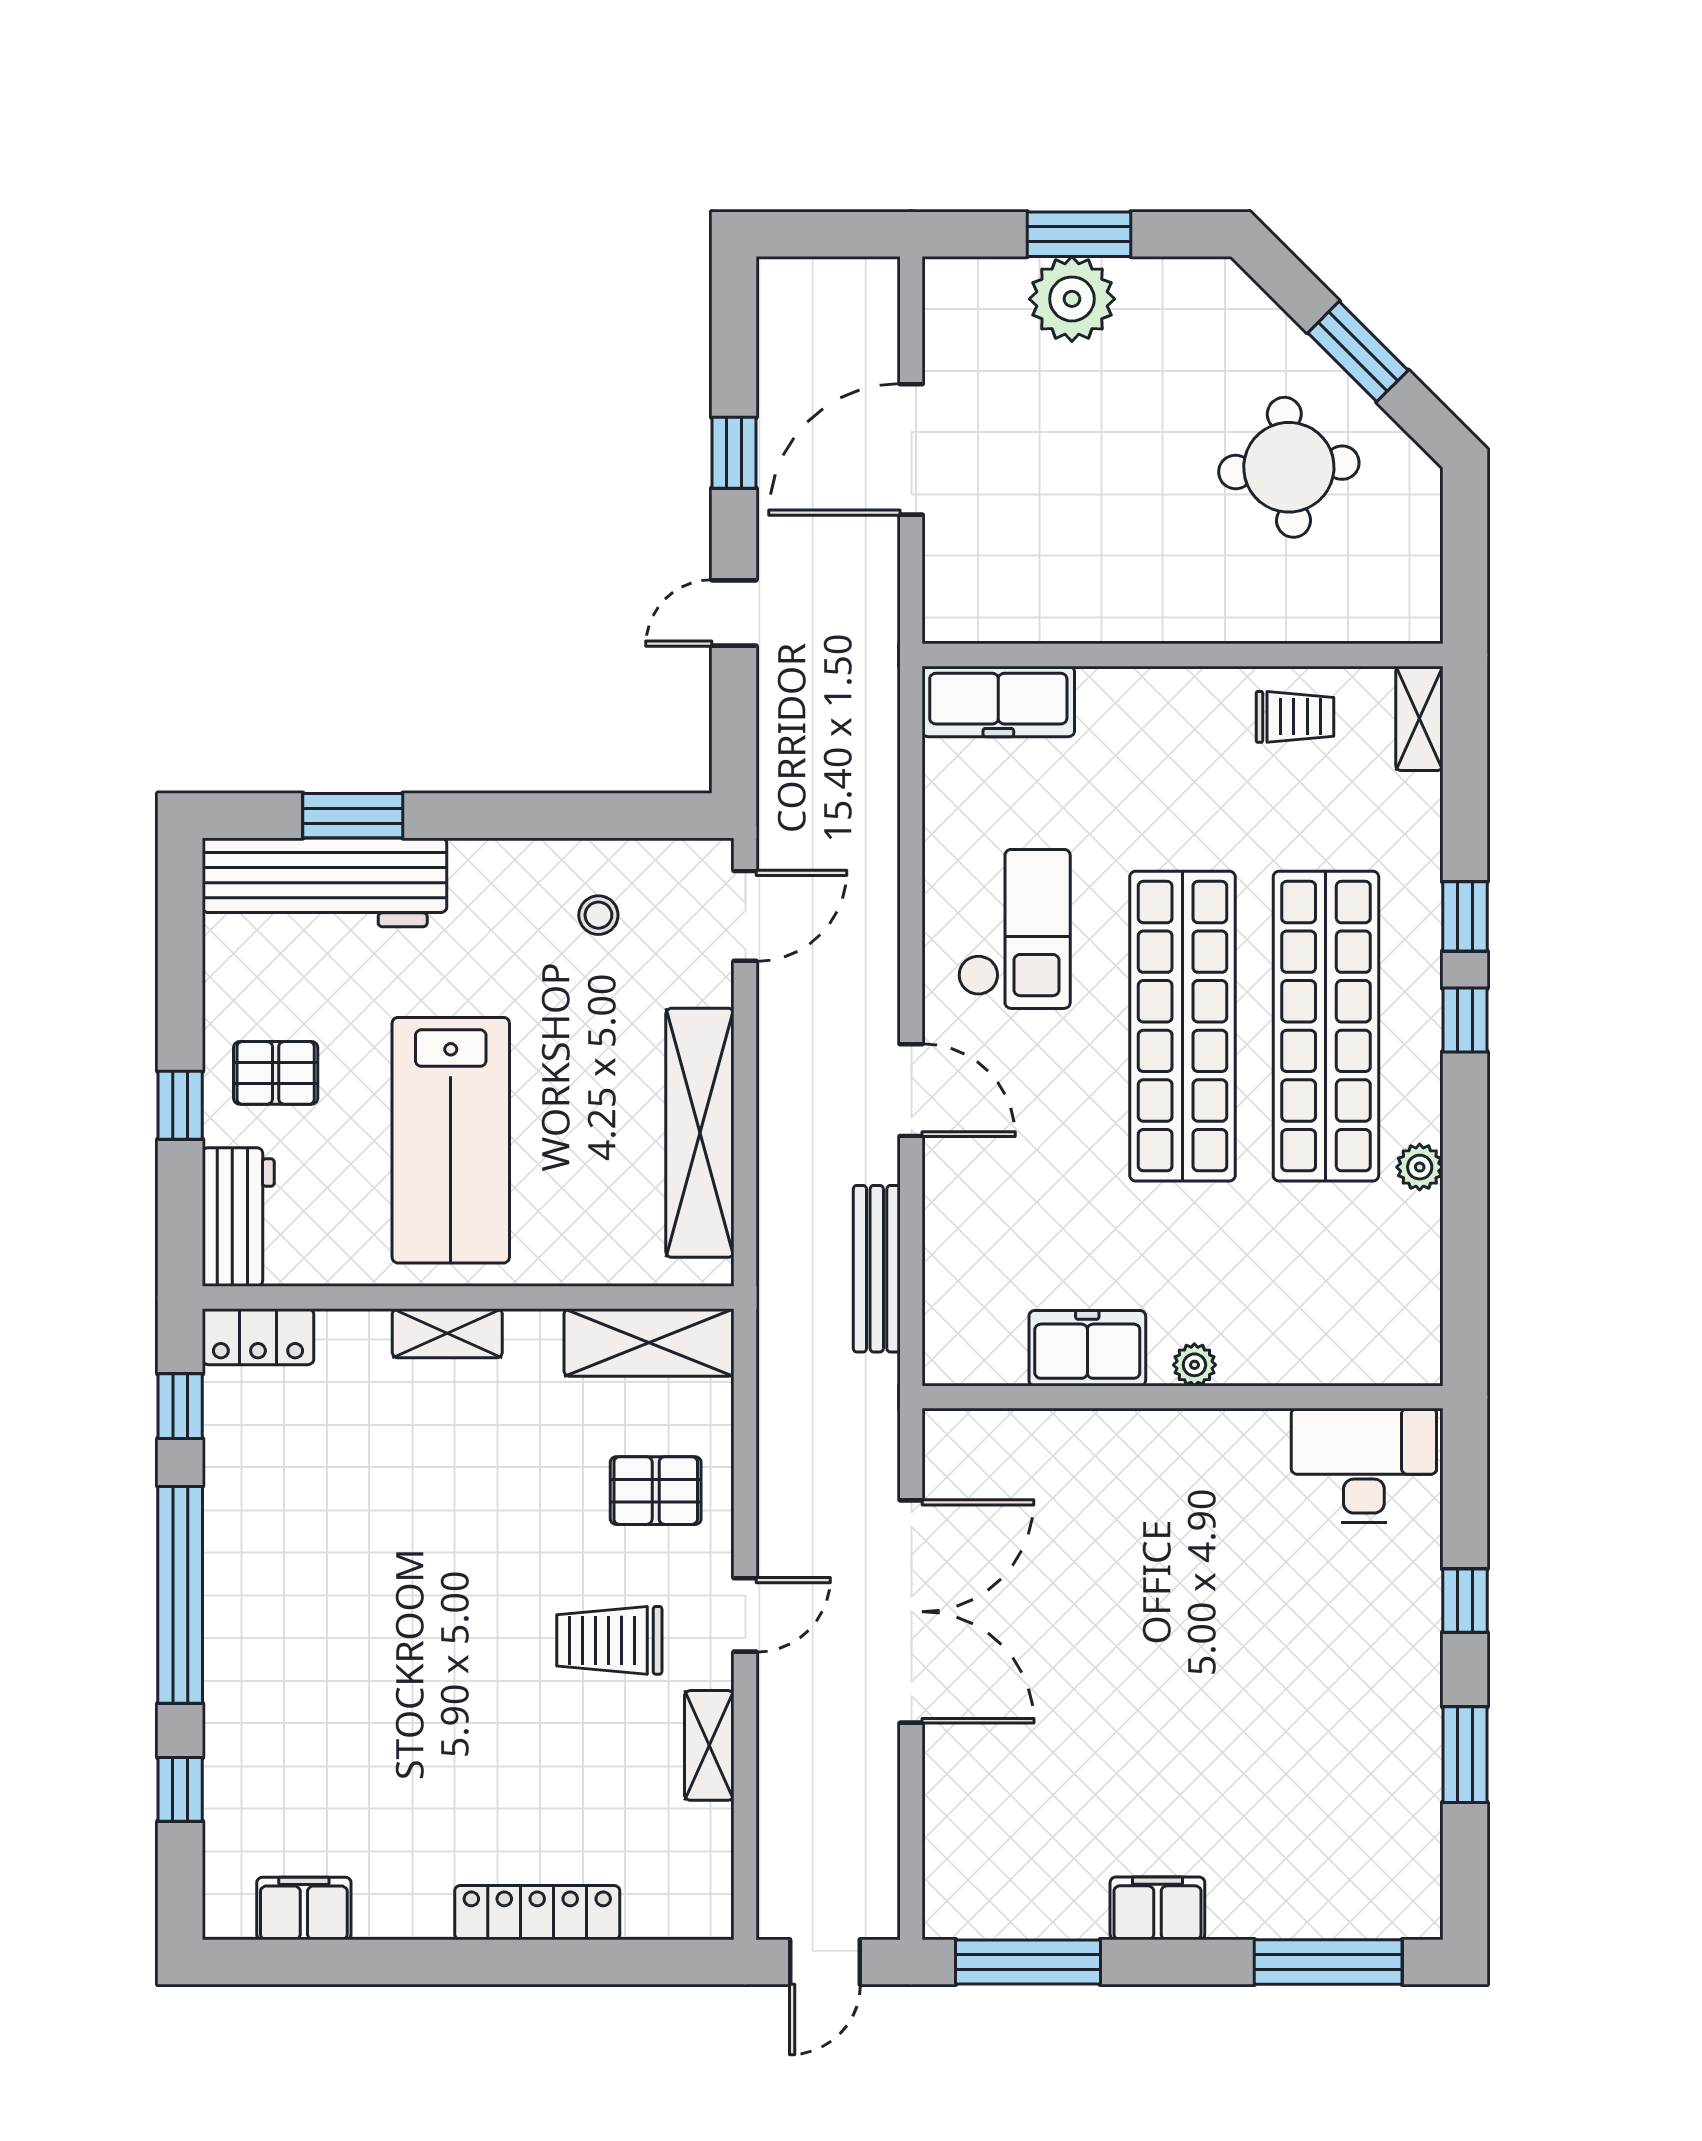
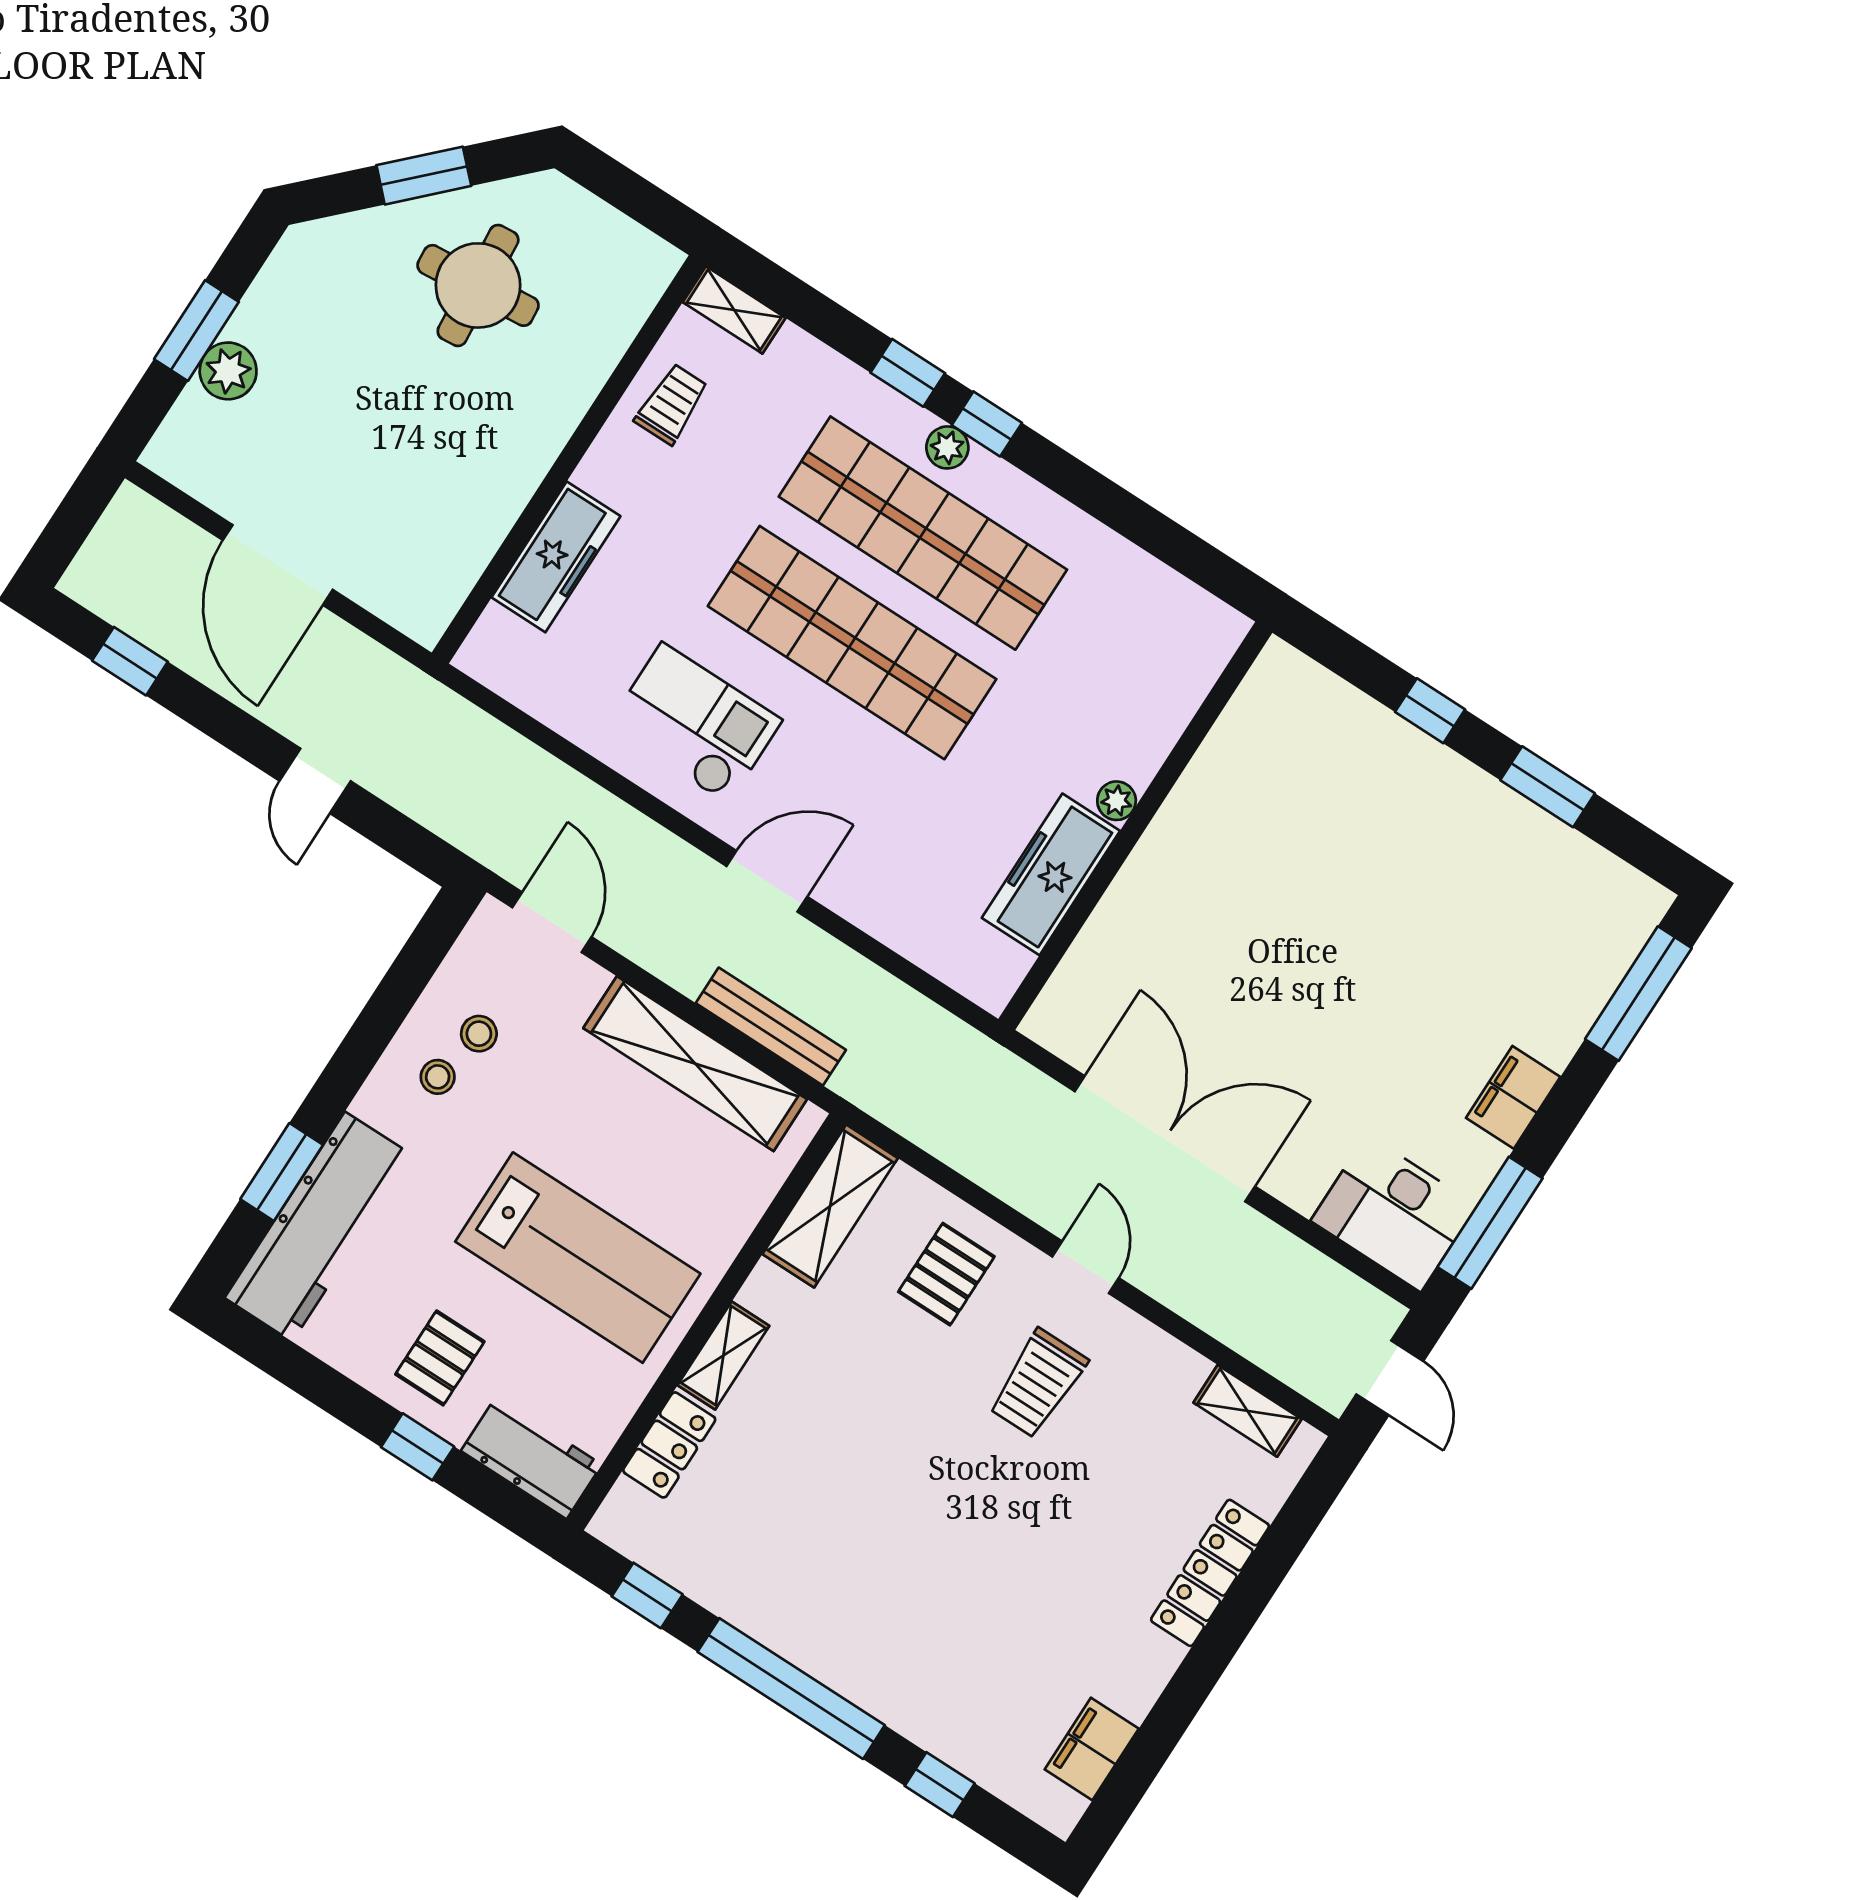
plant: (1072, 299) -> (228, 371), width x0.73, depth x0.73
window: (734, 453) -> (130, 661), moved
freezer: (998, 701) -> (556, 557), moved
stool: (534, 903) -> (438, 1077), added
plant: (1420, 1167) -> (947, 447), moved
bench: (877, 1269) -> (771, 1026), moved
locker: (258, 1337) -> (669, 1445), moved
freezer: (1087, 1348) -> (1051, 874), width x1.40
desk: (1364, 1465) -> (1394, 1213), moved, turned -90
shelving: (709, 1745) -> (1247, 1411), moved

